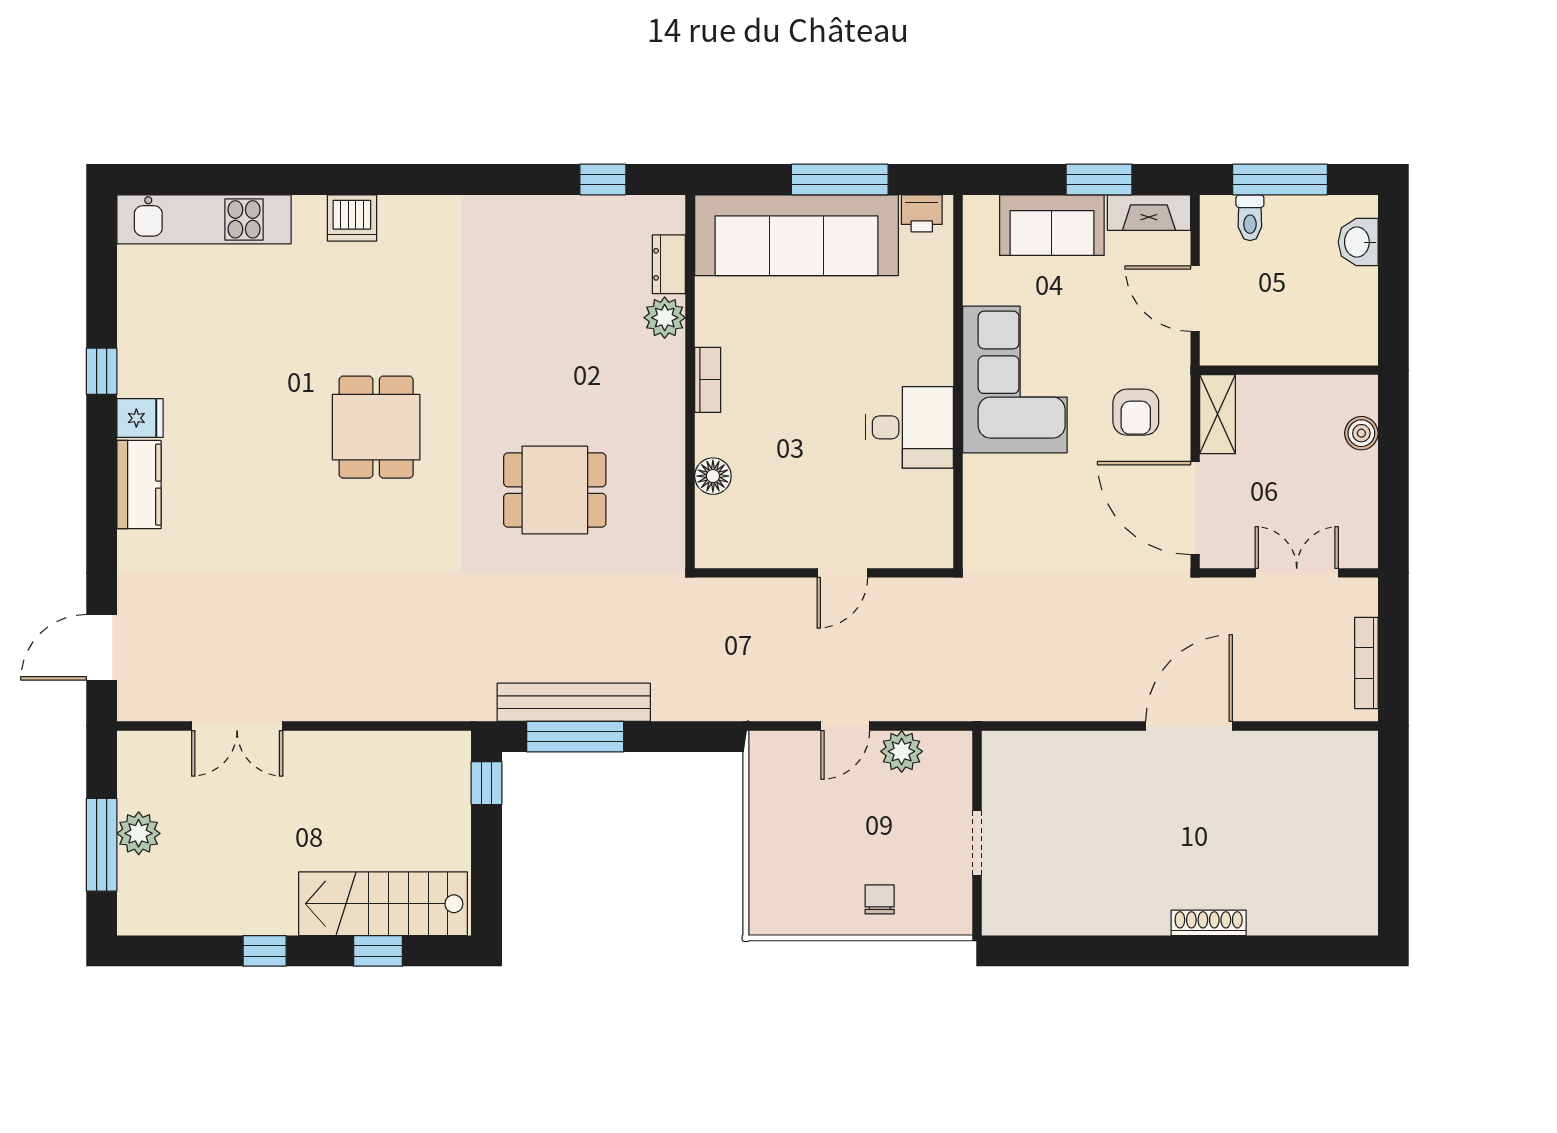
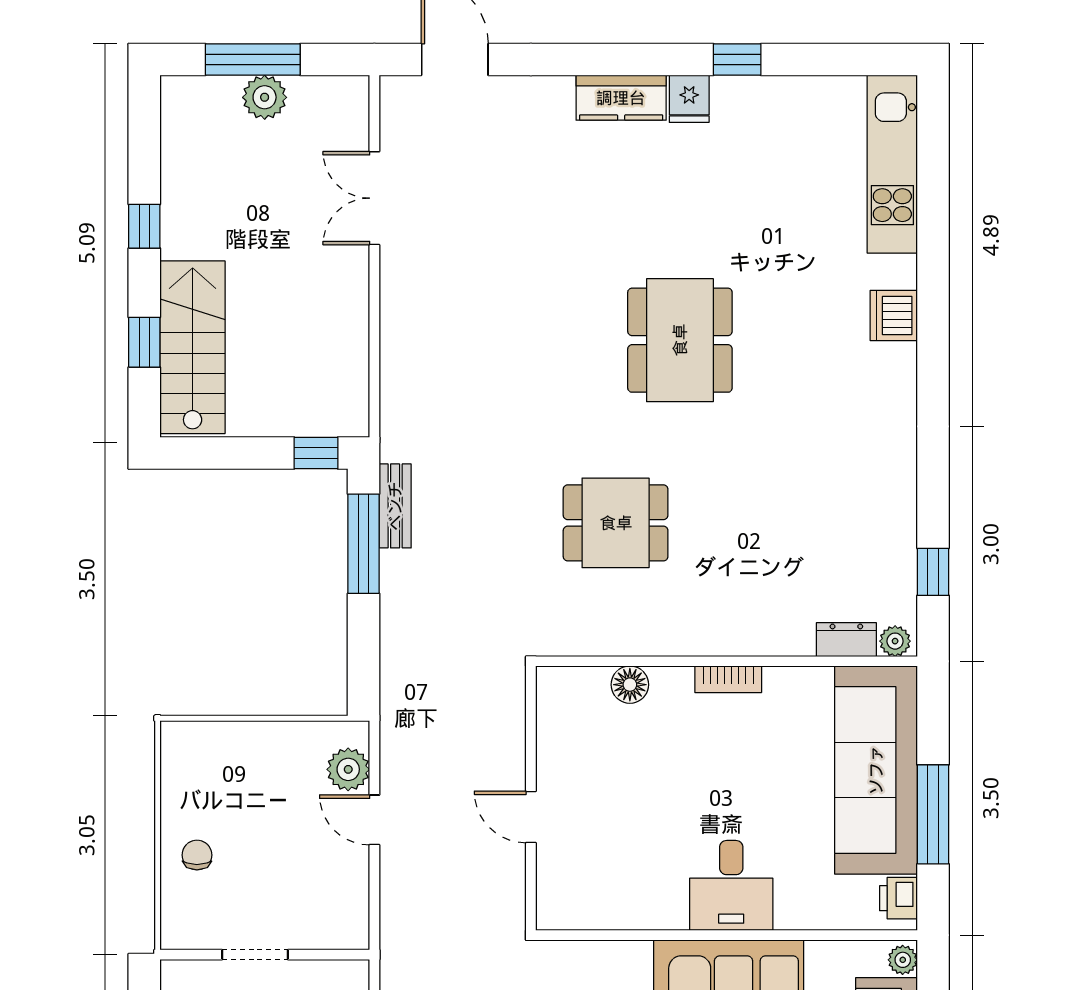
plant: (982, 209) -> (903, 960), added
plant: (665, 318) -> (895, 641), moved, width x0.73, depth x0.73
dining table: (376, 427) -> (680, 340), width x1.38
desk: (909, 427) -> (731, 885), moved
dining table: (555, 490) -> (616, 523), turned 90
bench: (574, 702) -> (395, 506), width x0.54, depth x0.82
plant: (902, 751) -> (348, 769), moved
chair: (880, 899) -> (197, 855), turned -90

